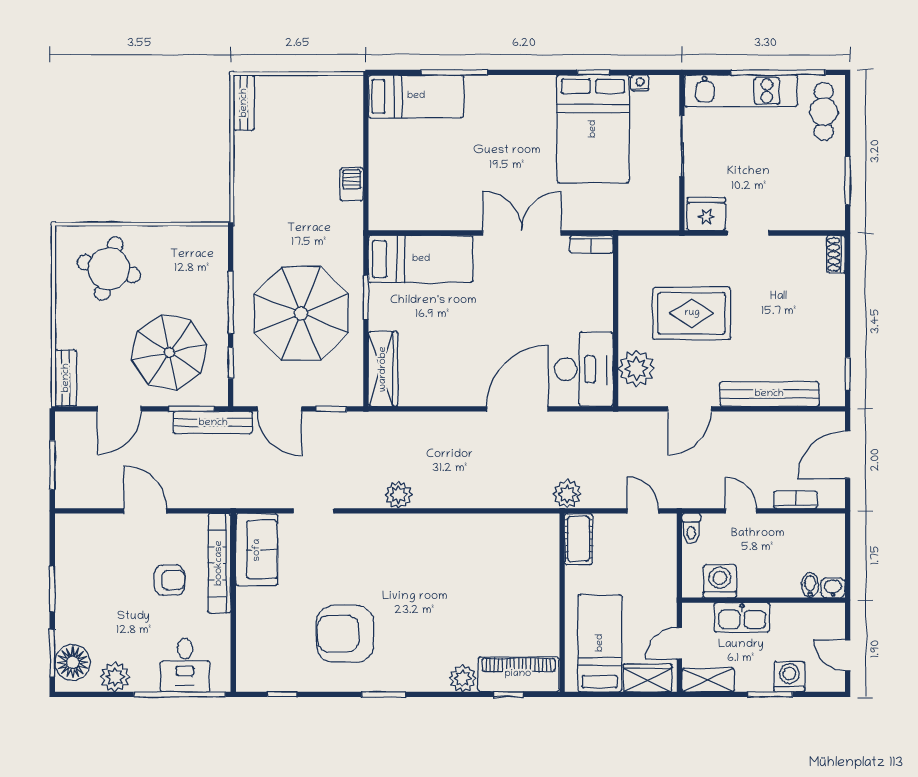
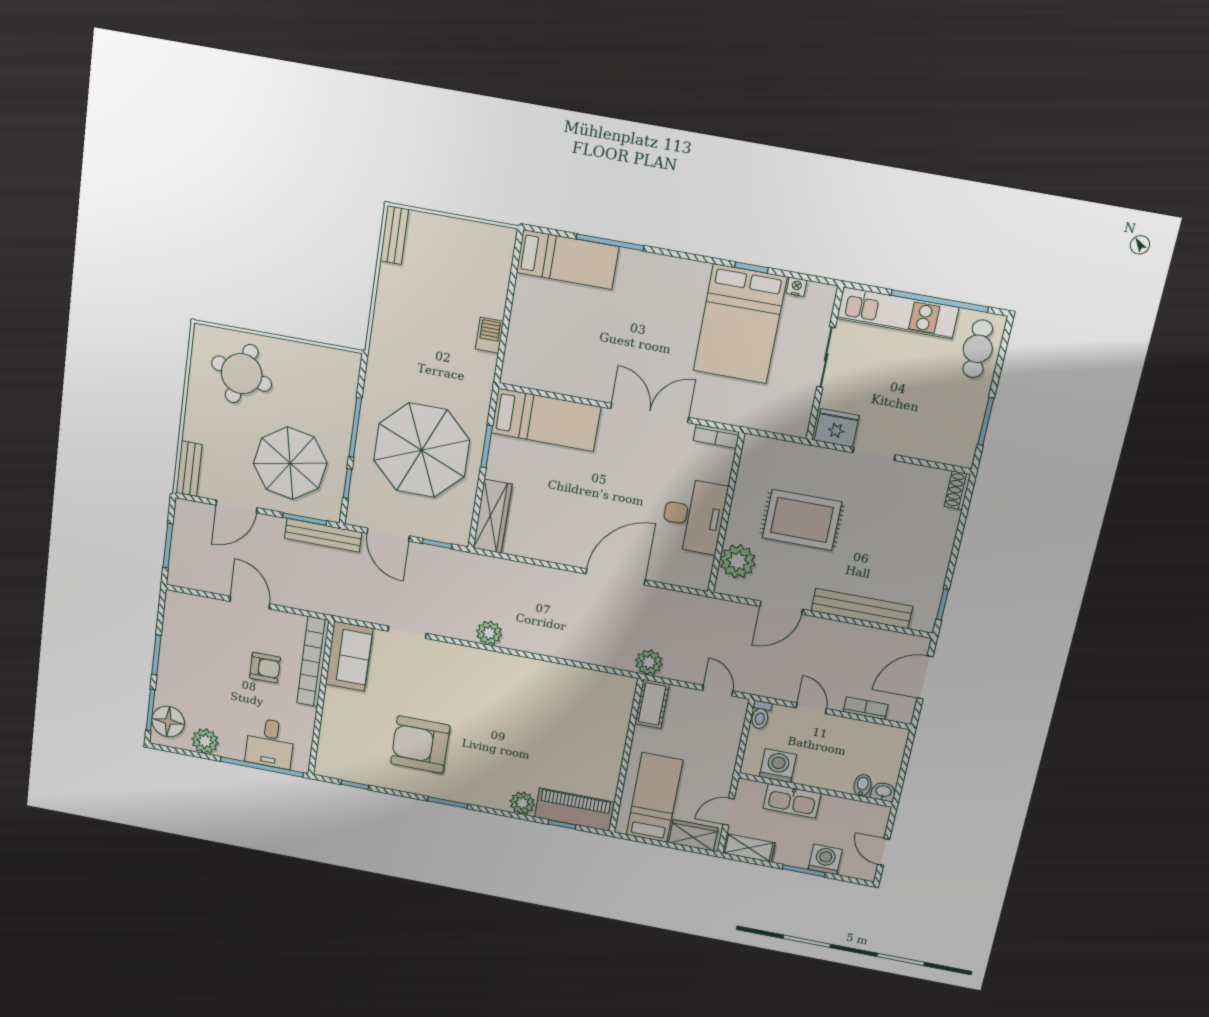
desk: (584, 369) -> (693, 516), moved

